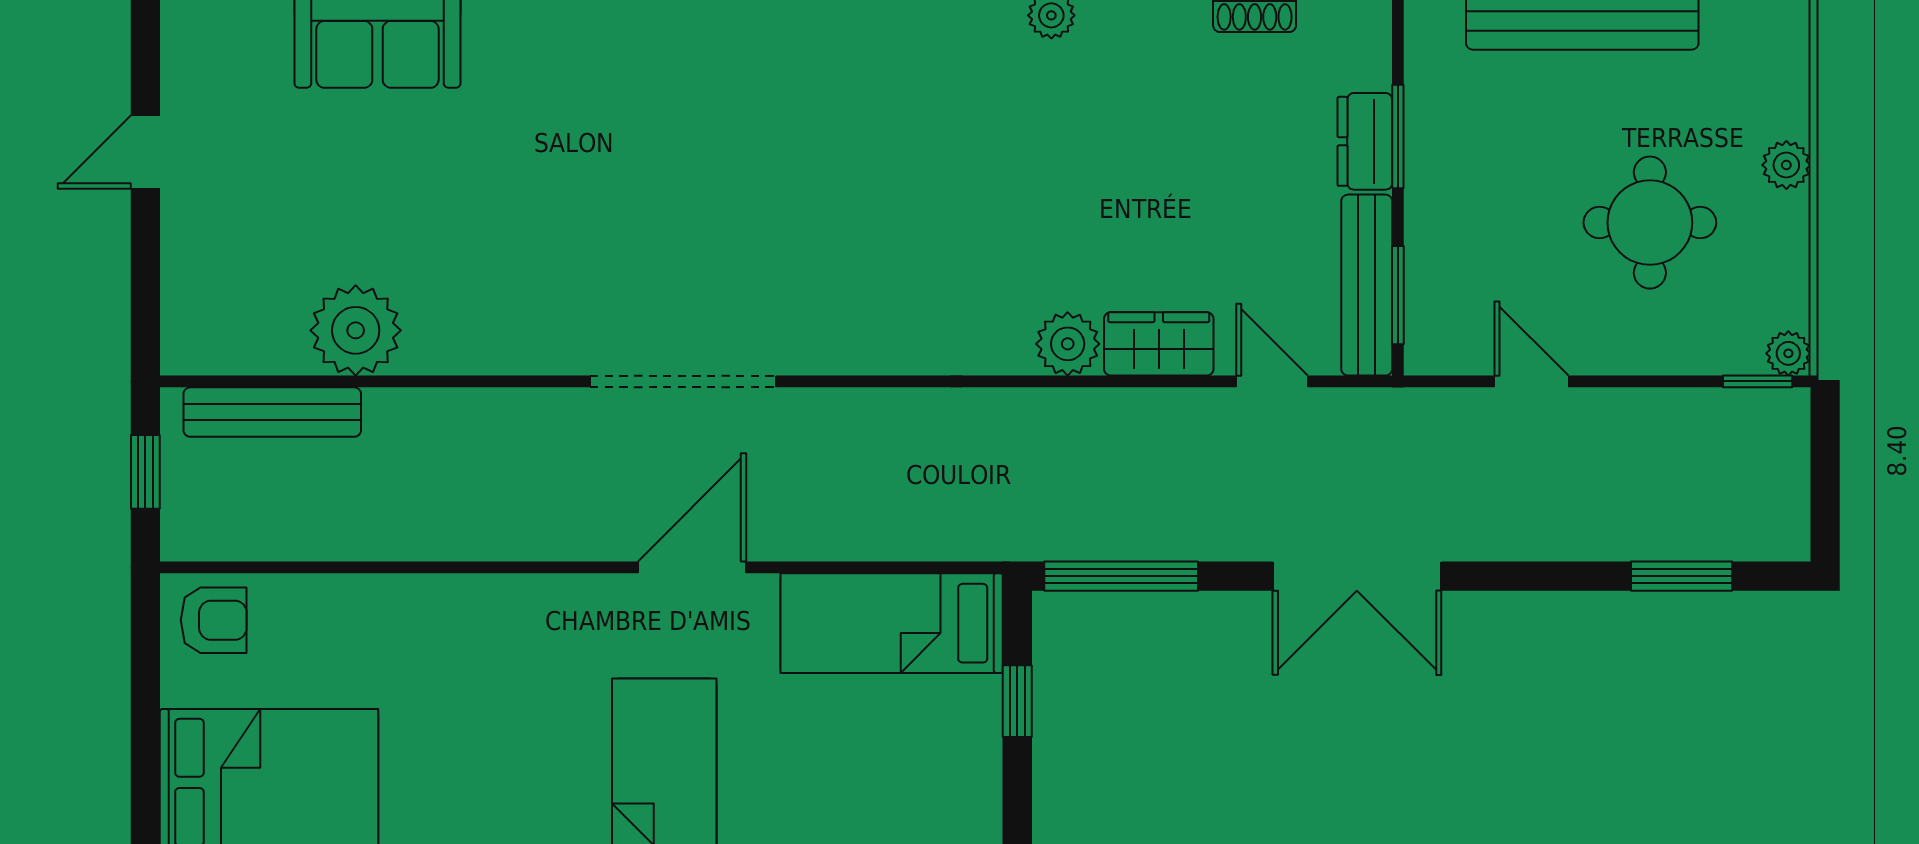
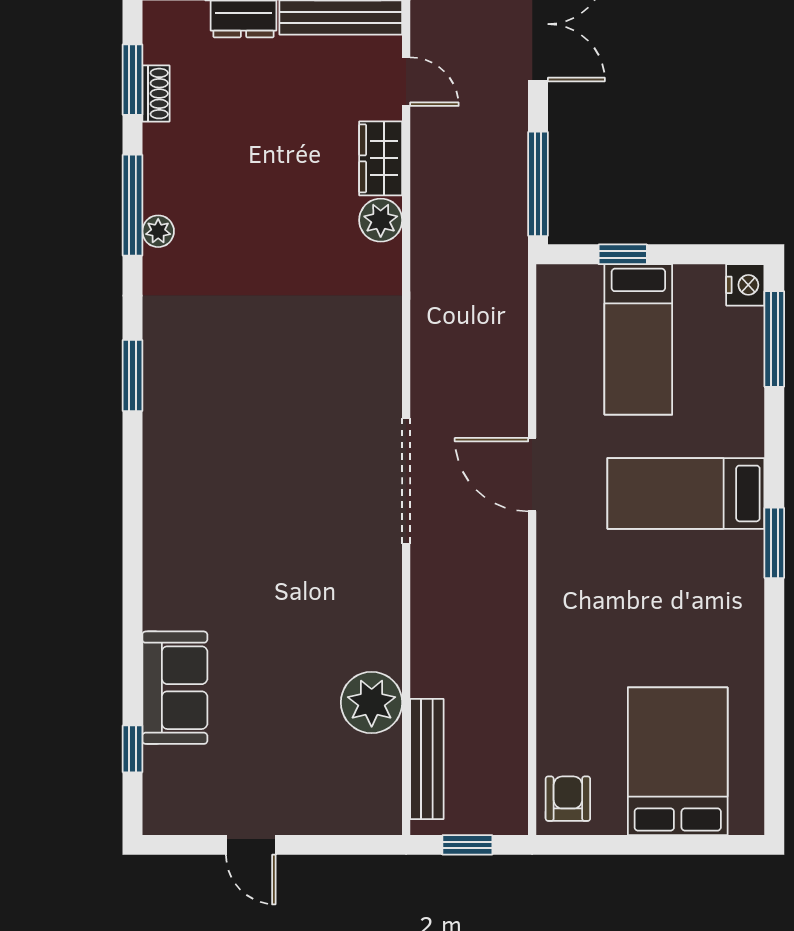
door: (1272, 381) -> (406, 82), swing flipped
bed: (892, 623) -> (638, 339), moved

